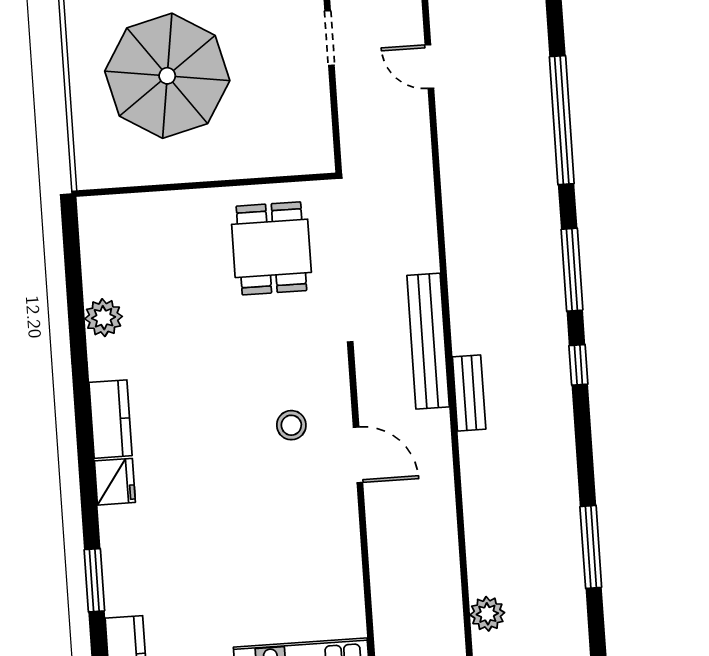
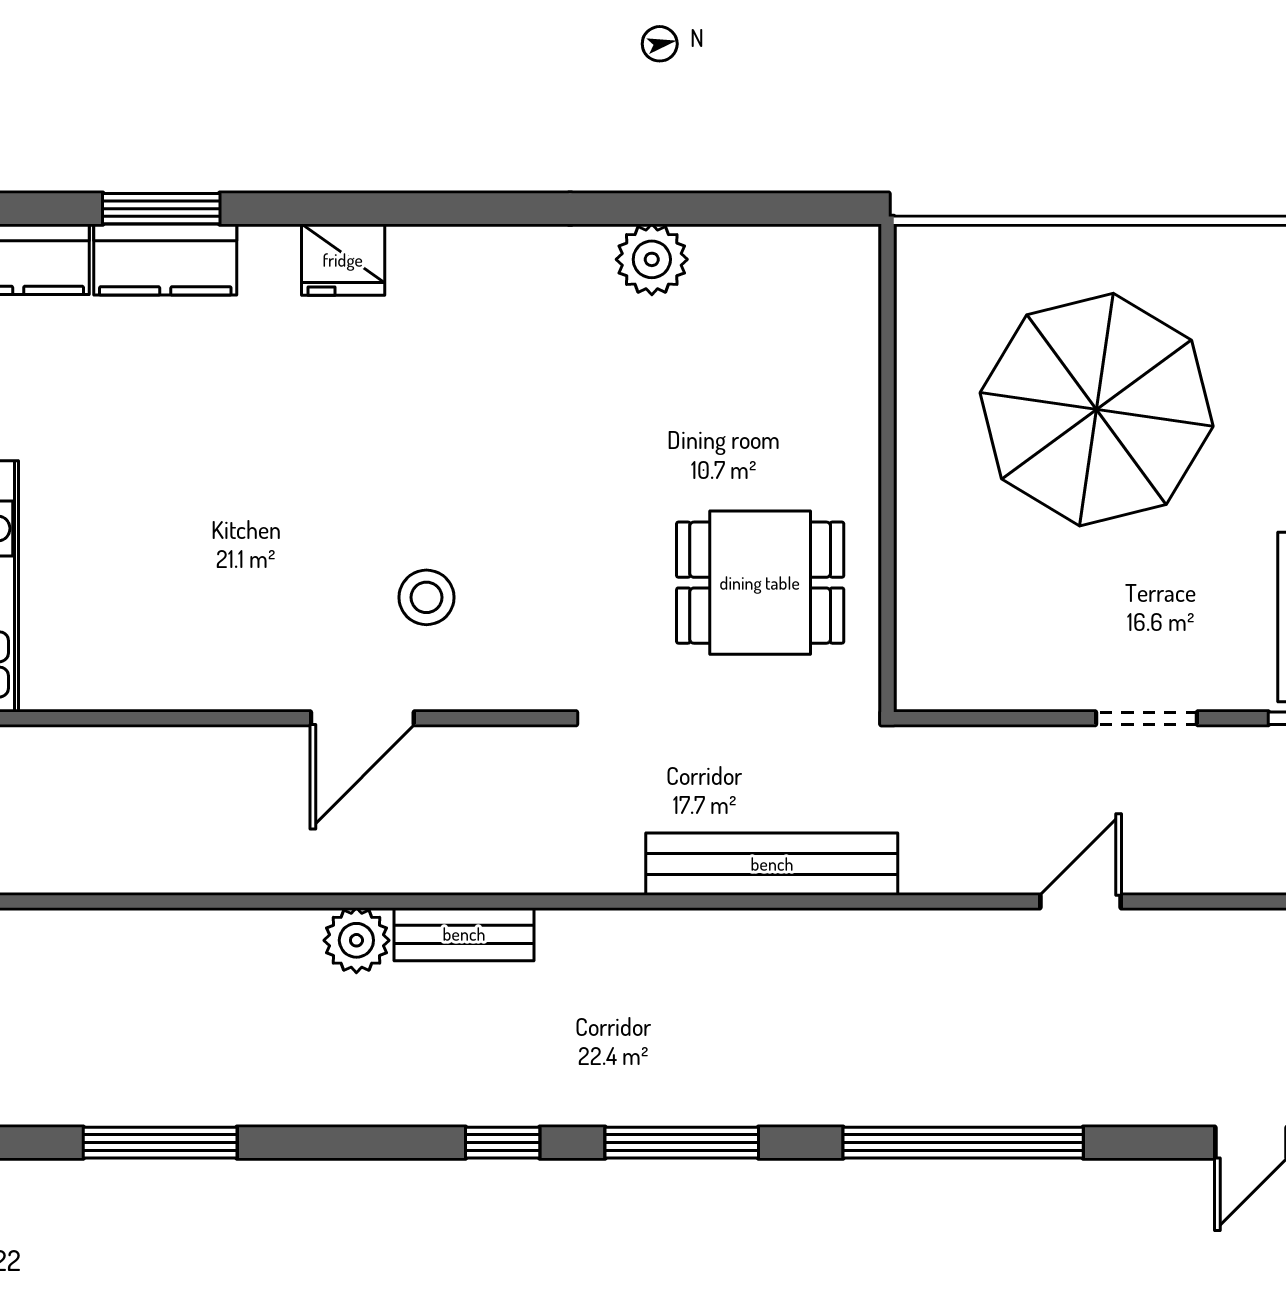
bench: (428, 341) -> (772, 864), moved
kitchen counter: (111, 419) -> (165, 260), moved
plant: (487, 614) -> (356, 940), moved

